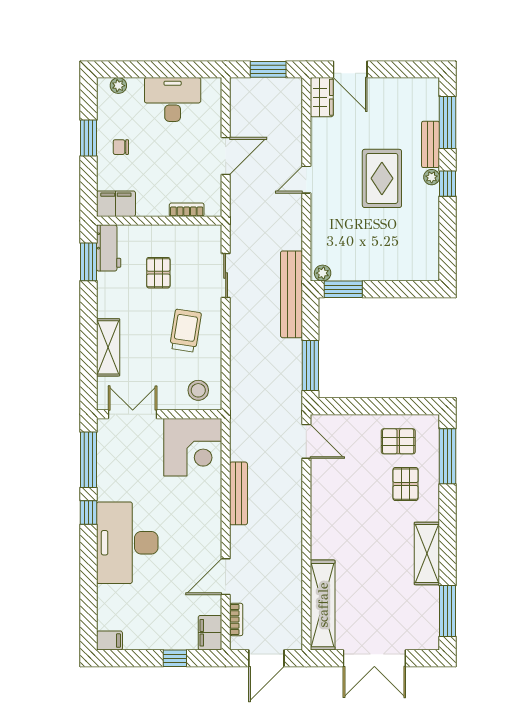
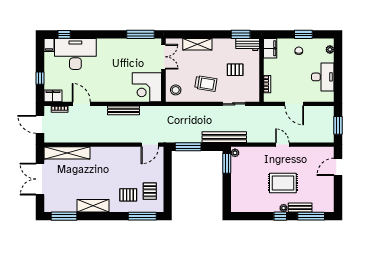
wardrobe: (322, 97) -> (324, 152), removed
window: (89, 513) -> (64, 34), moved
desk: (127, 543) -> (75, 54), moved

